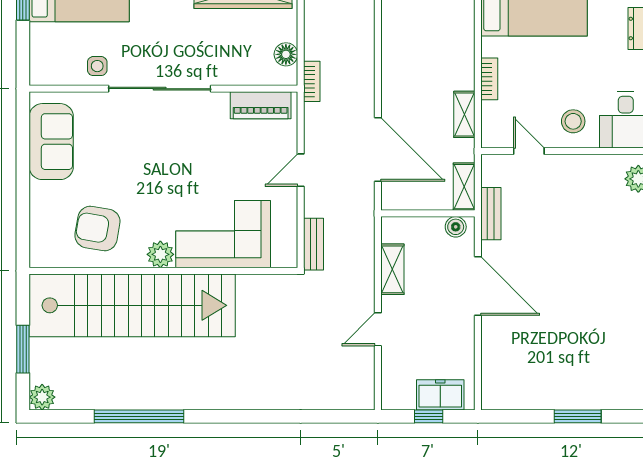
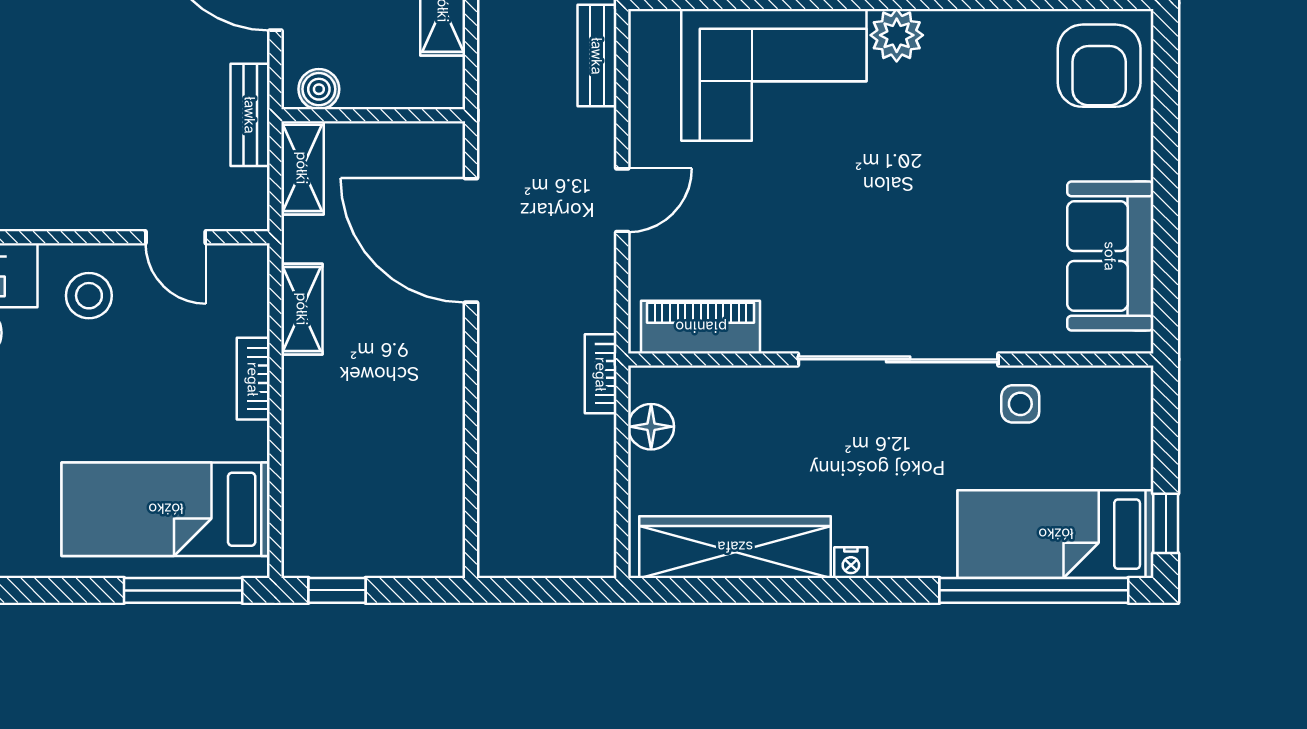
armchair: (97, 228) -> (1099, 66), moved, turned 80

